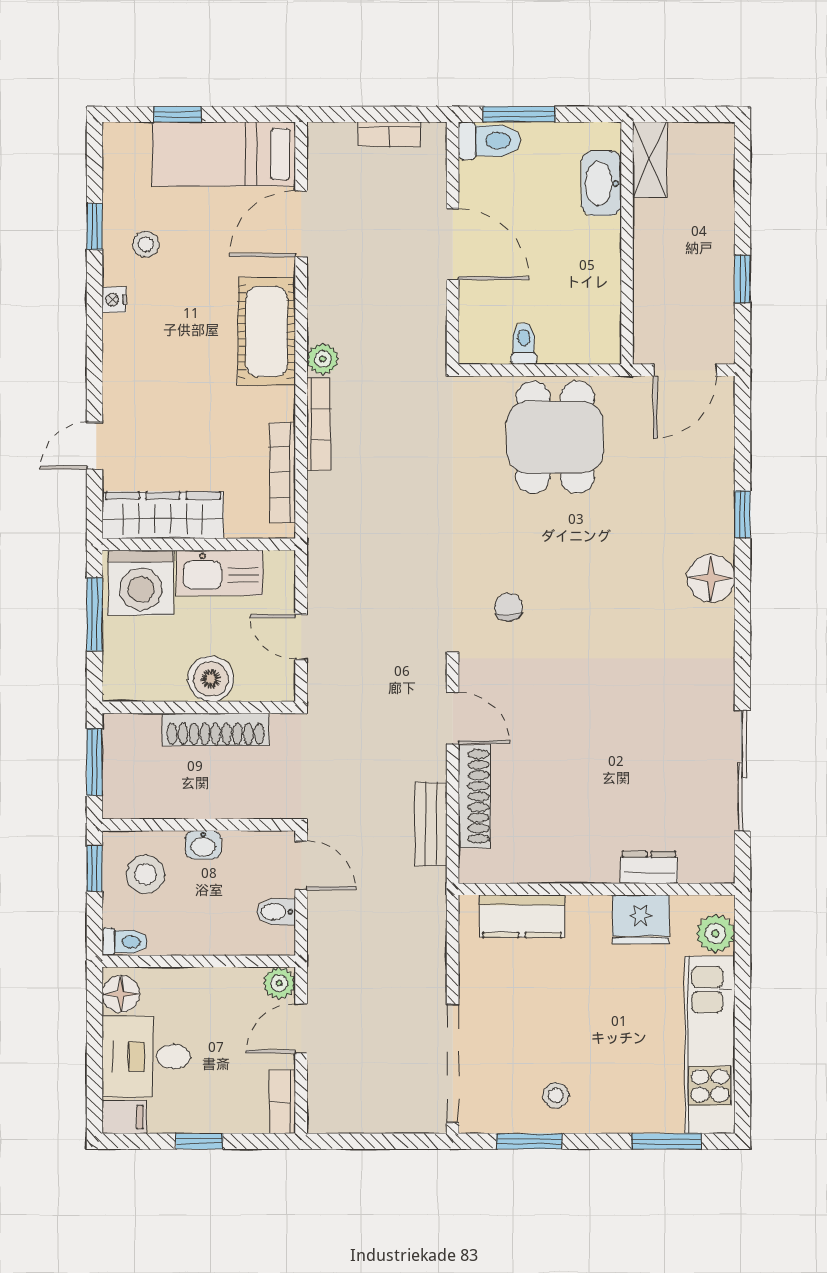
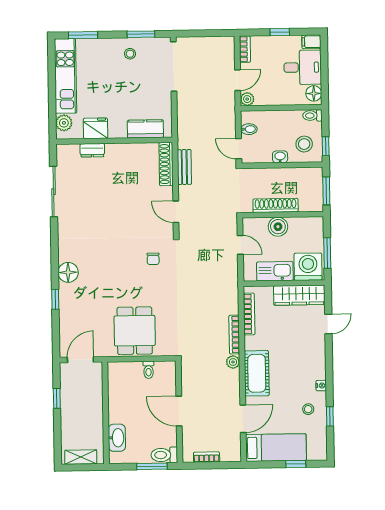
shelving: (650, 160) -> (81, 457), moved, turned 90
shoe rack: (474, 796) -> (166, 164), moved

